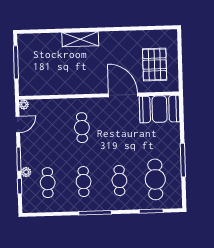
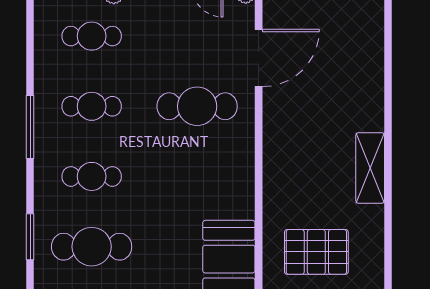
shelving: (80, 39) -> (370, 168), moved
door: (123, 95) -> (259, 58), moved
cafe table: (82, 128) -> (197, 106), width x1.37, depth x1.35

